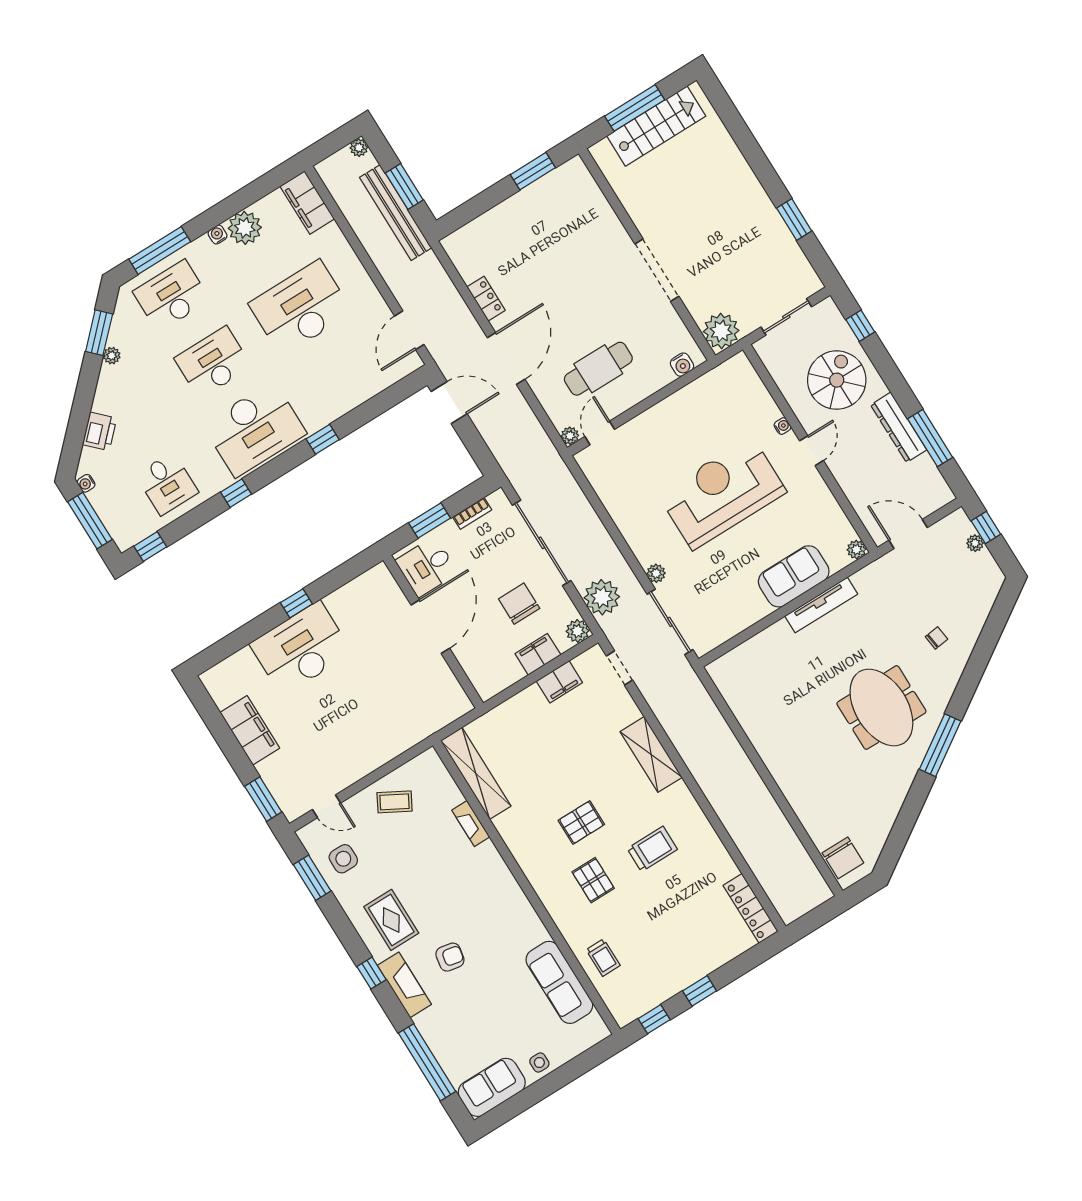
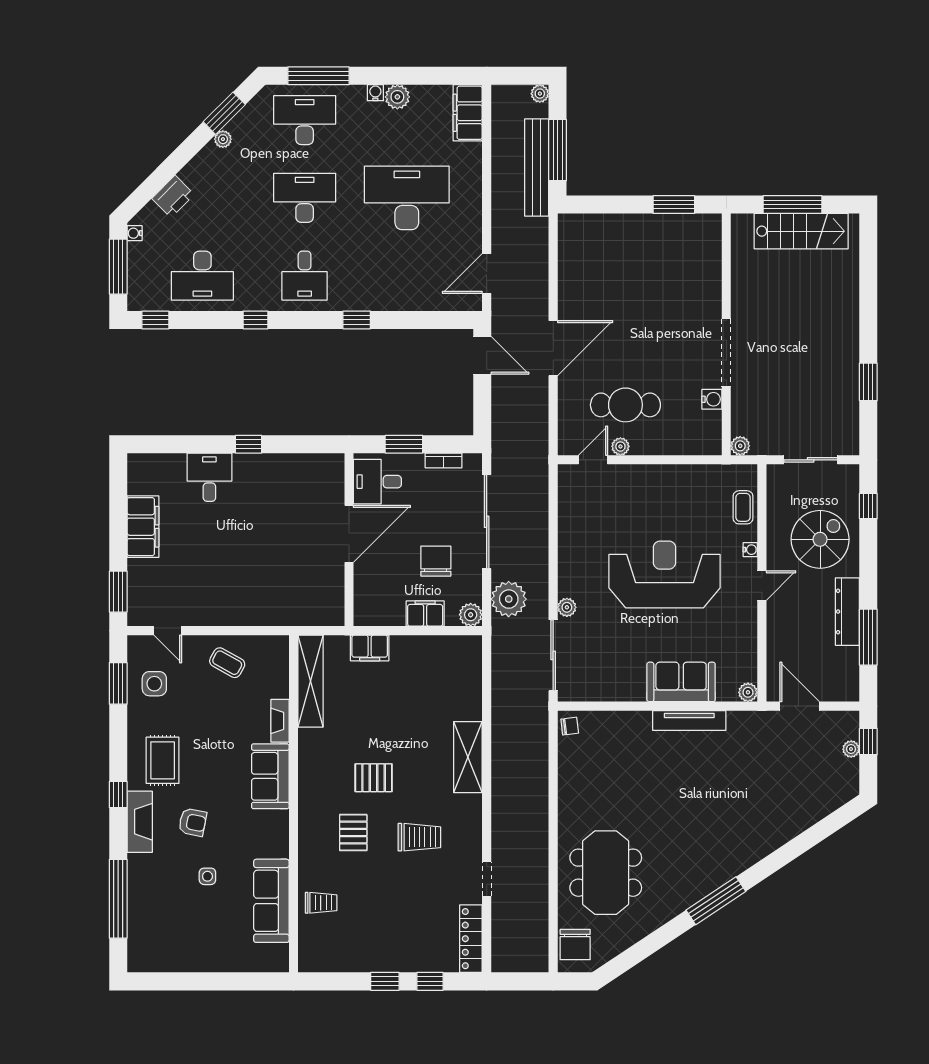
window: (404, 187) -> (558, 150), width x1.44
plant: (245, 228) -> (397, 97), width x0.73, depth x0.73
locker: (486, 299) -> (568, 287), removed
plant: (721, 331) -> (740, 446), width x0.53, depth x0.53
water cooler: (682, 365) -> (712, 399), moved, turned -90
coffee table: (754, 394) -> (743, 507), added
desk: (254, 429) -> (305, 276), width x0.53, depth x0.77
plant: (570, 436) -> (620, 446), moved
desk: (167, 484) -> (202, 276), width x1.37
chair: (937, 638) -> (570, 726), moved
desk: (301, 648) -> (209, 477), width x0.53, depth x0.77
doorway: (620, 668) -> (487, 879), moved
filing cabinet: (559, 682) -> (370, 648), moved
meeting table: (881, 708) -> (606, 873), moved
trolley: (603, 958) -> (321, 903), turned -90
window: (654, 1019) -> (430, 981), moved
side table: (539, 1063) -> (207, 876), moved
sofa: (492, 1087) -> (270, 776), moved, turned -90

